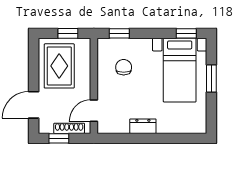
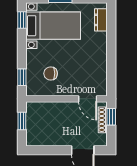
rug: (59, 66) -> (50, 128), removed
dresser: (143, 126) -> (101, 20), moved
window: (59, 138) -> (111, 117), moved

